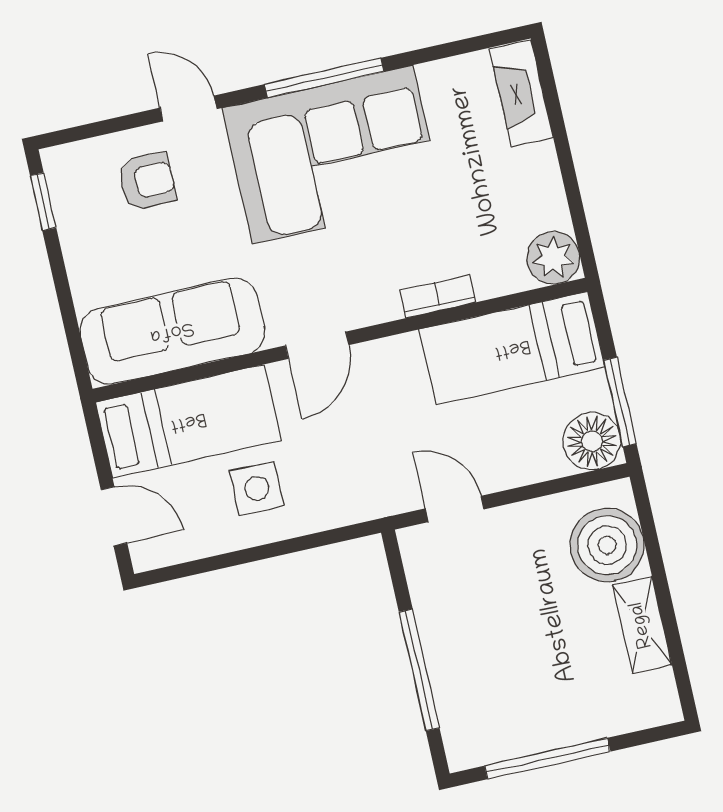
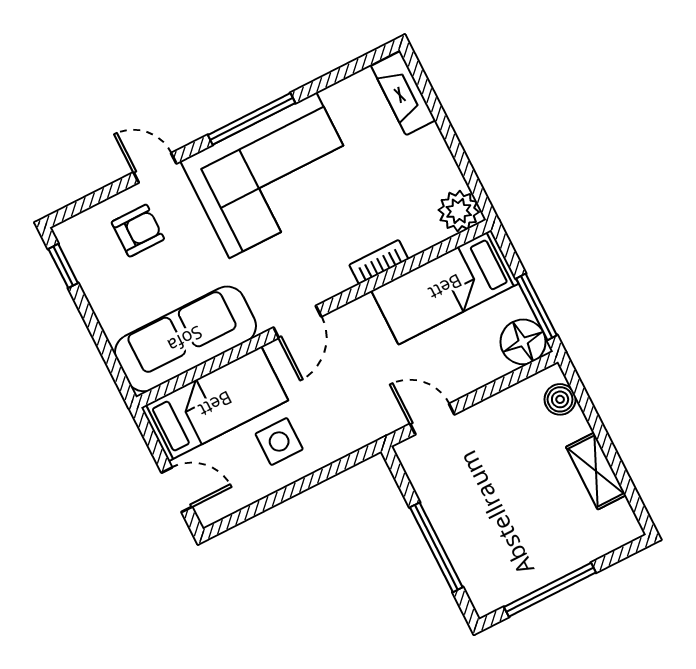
boiler: (607, 545) -> (560, 399), width x0.54, depth x0.54

